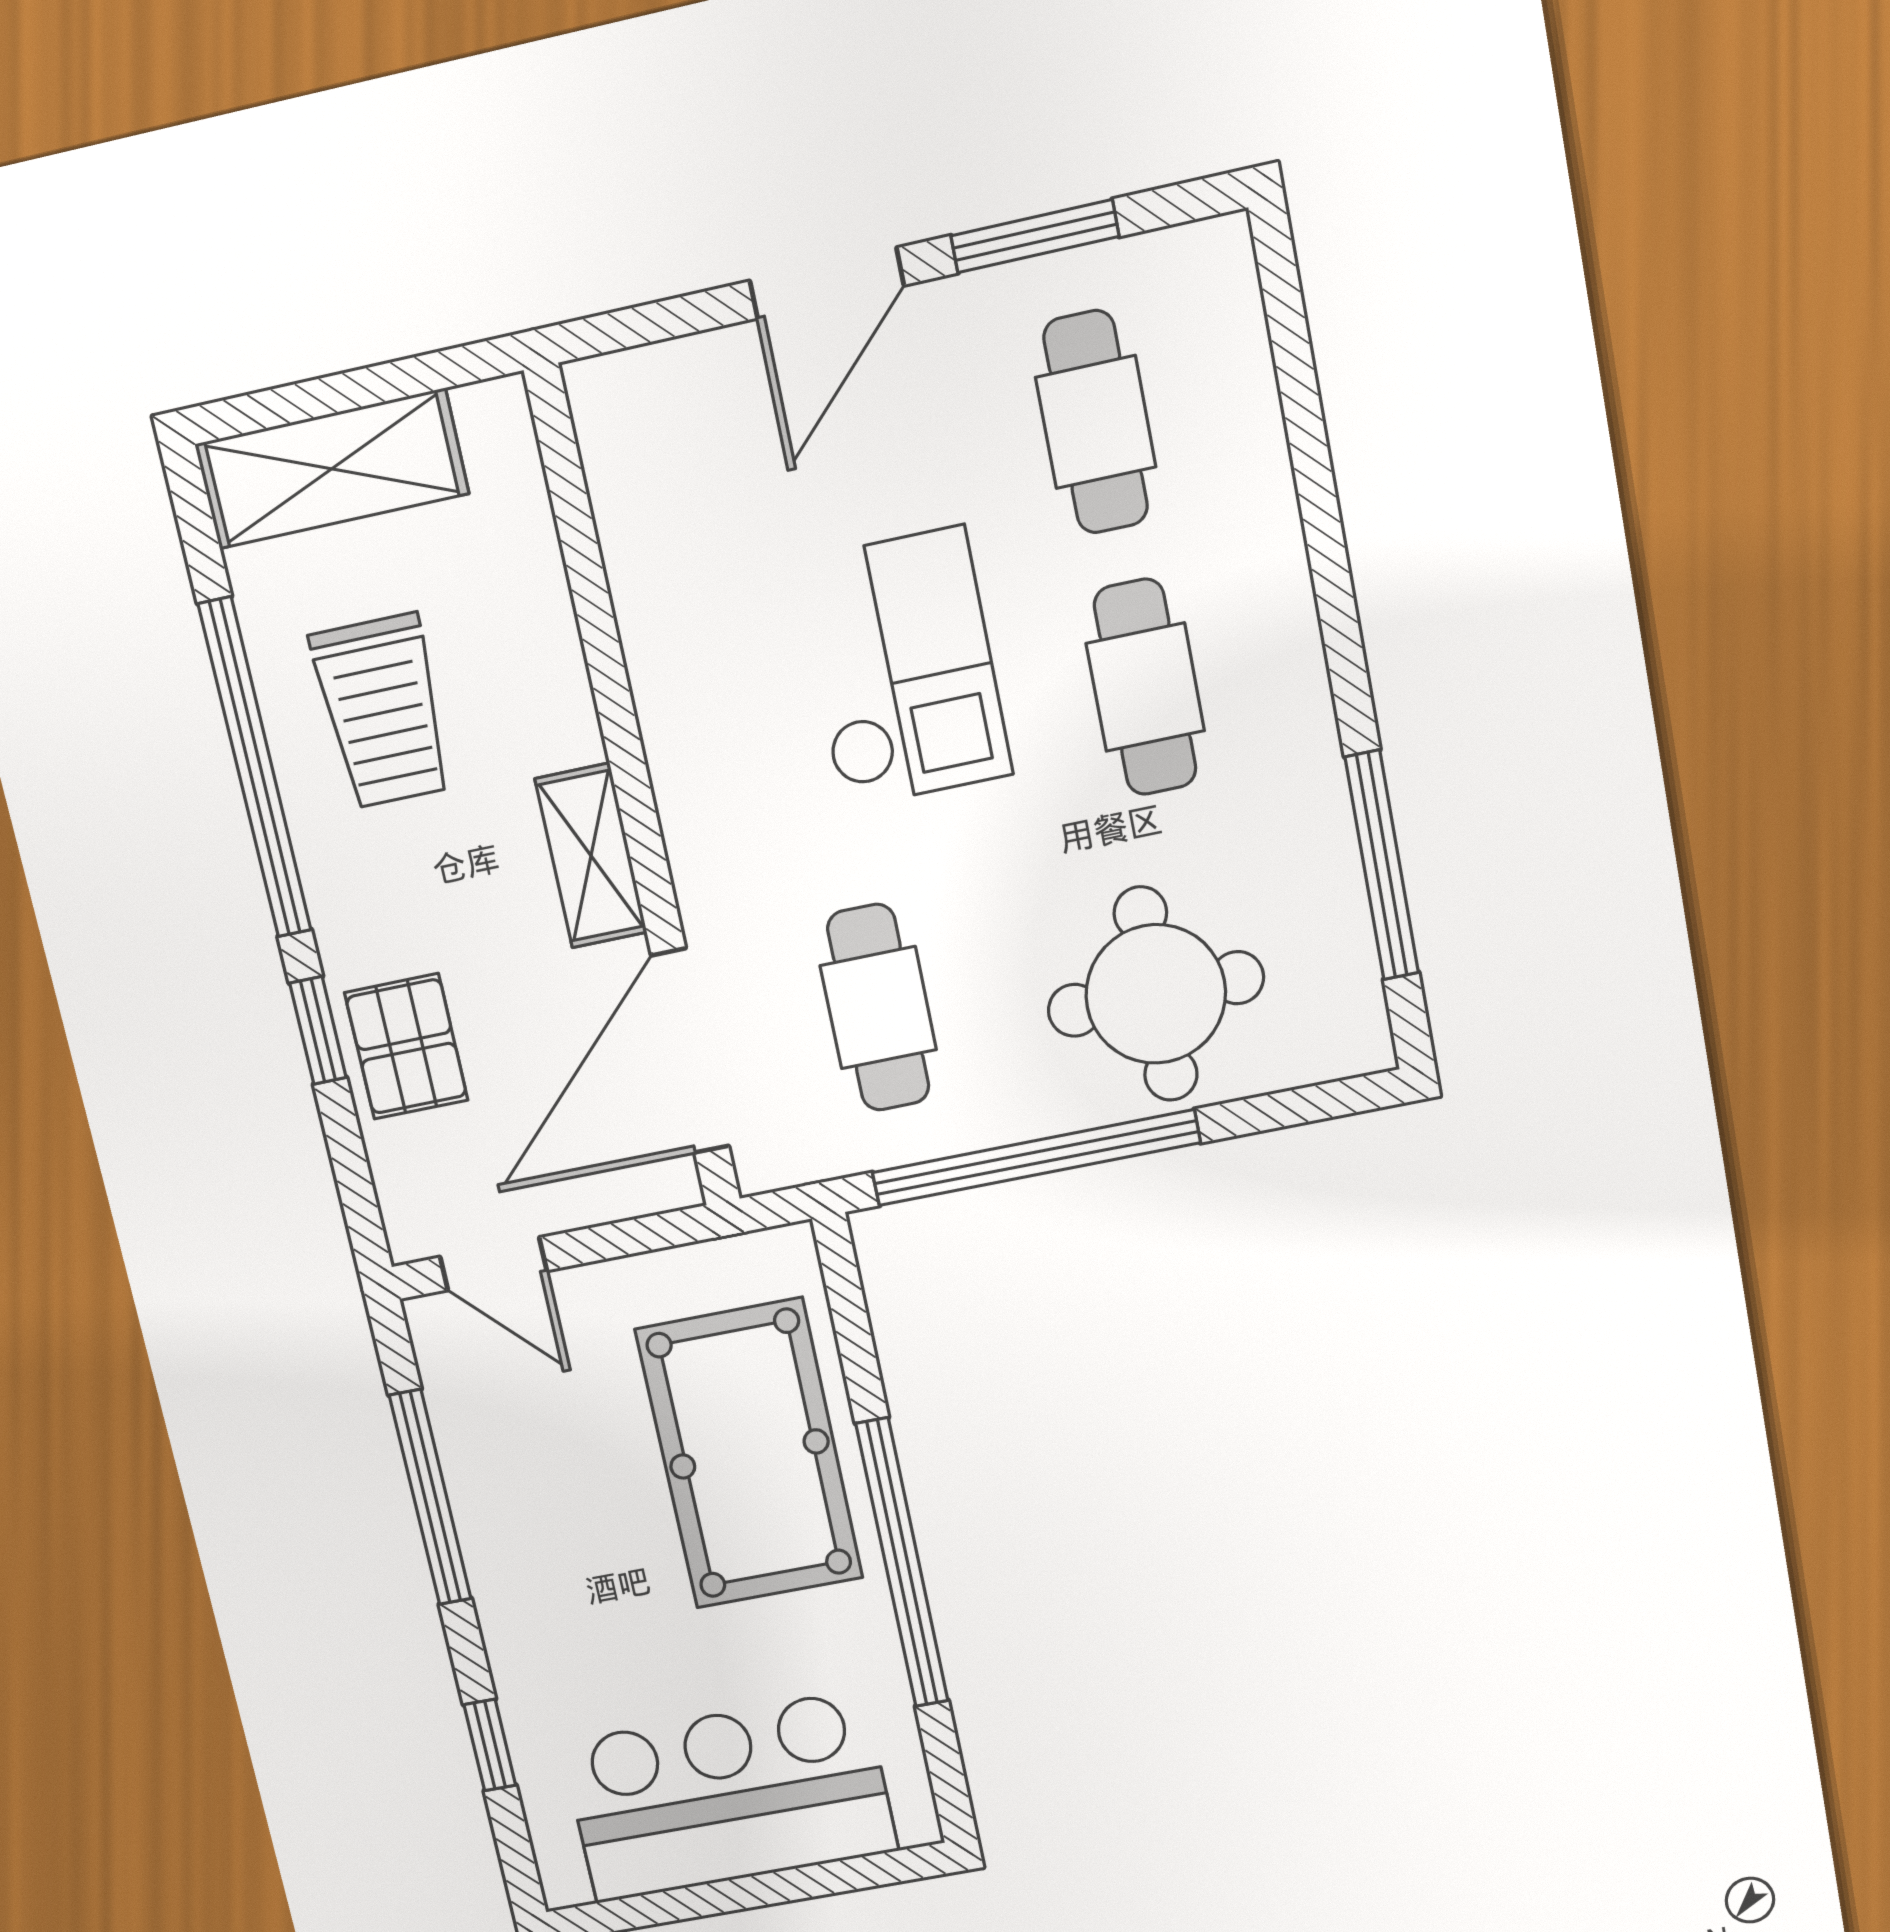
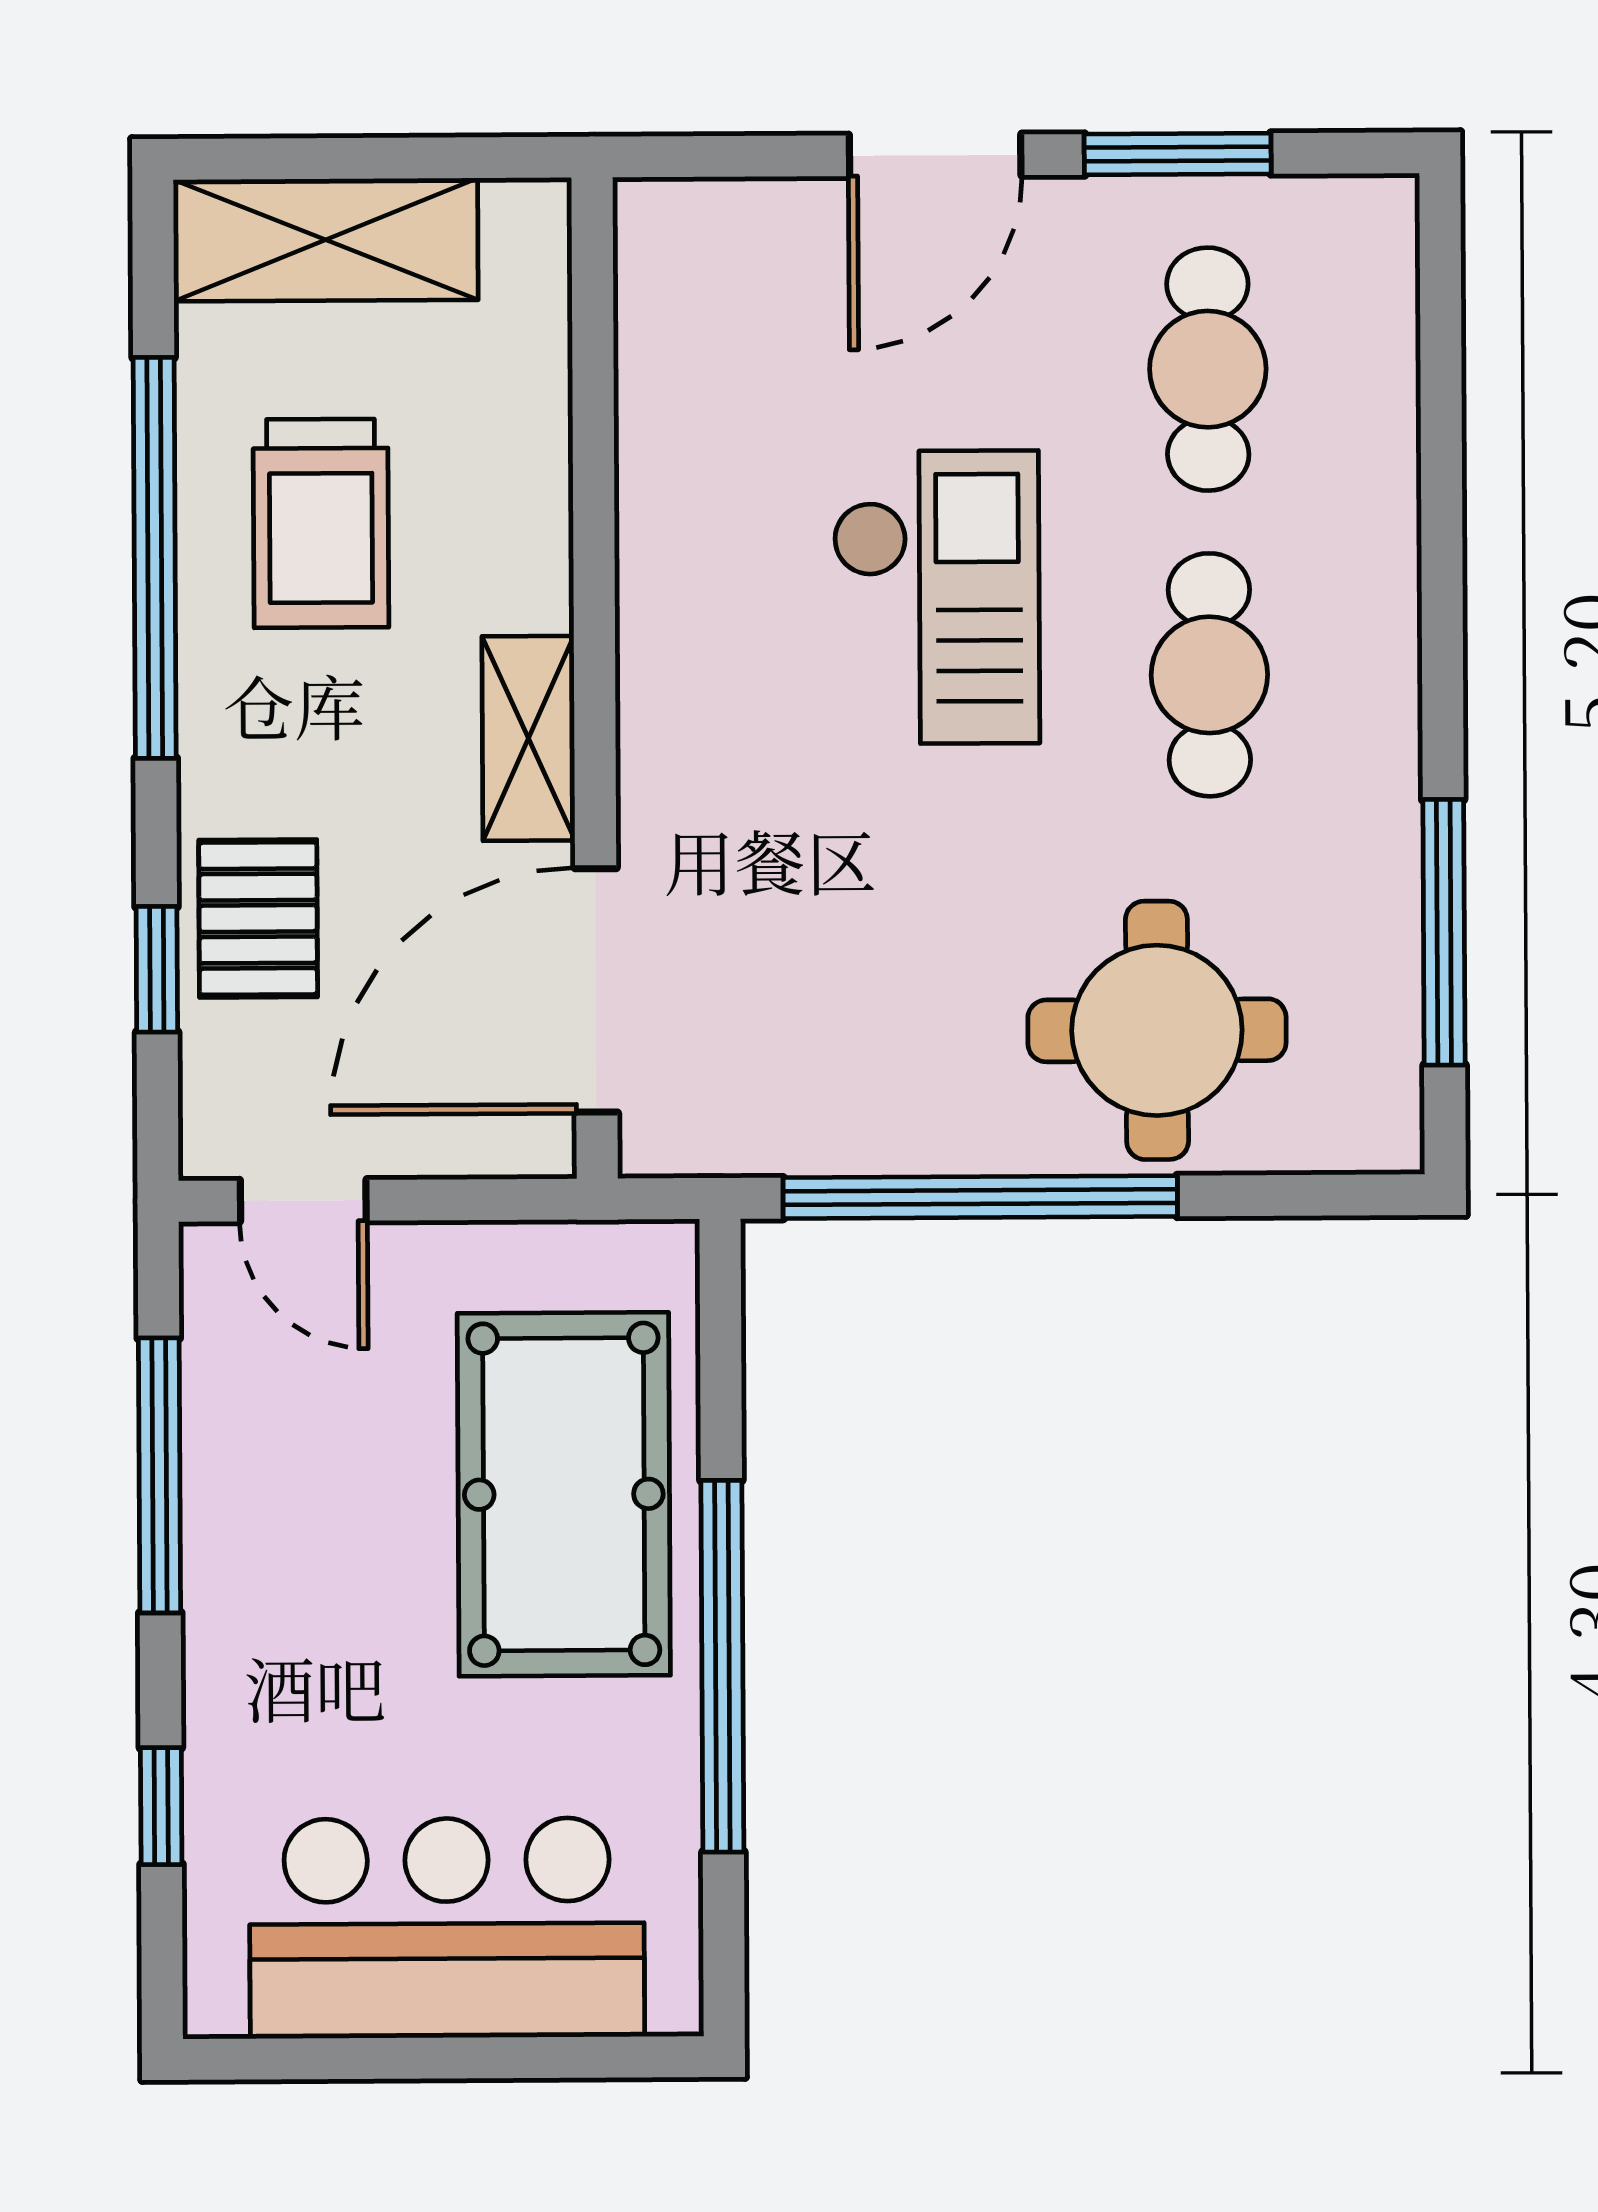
cafe table: (878, 1008) -> (829, 983), removed
window: (318, 1030) -> (157, 969), moved

